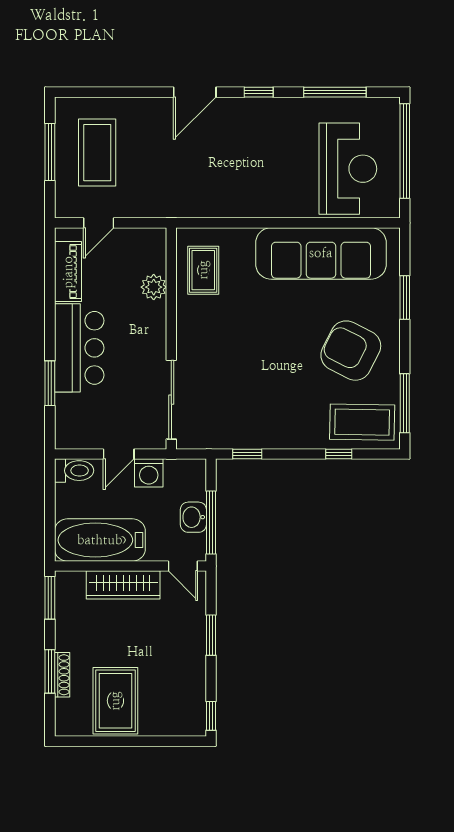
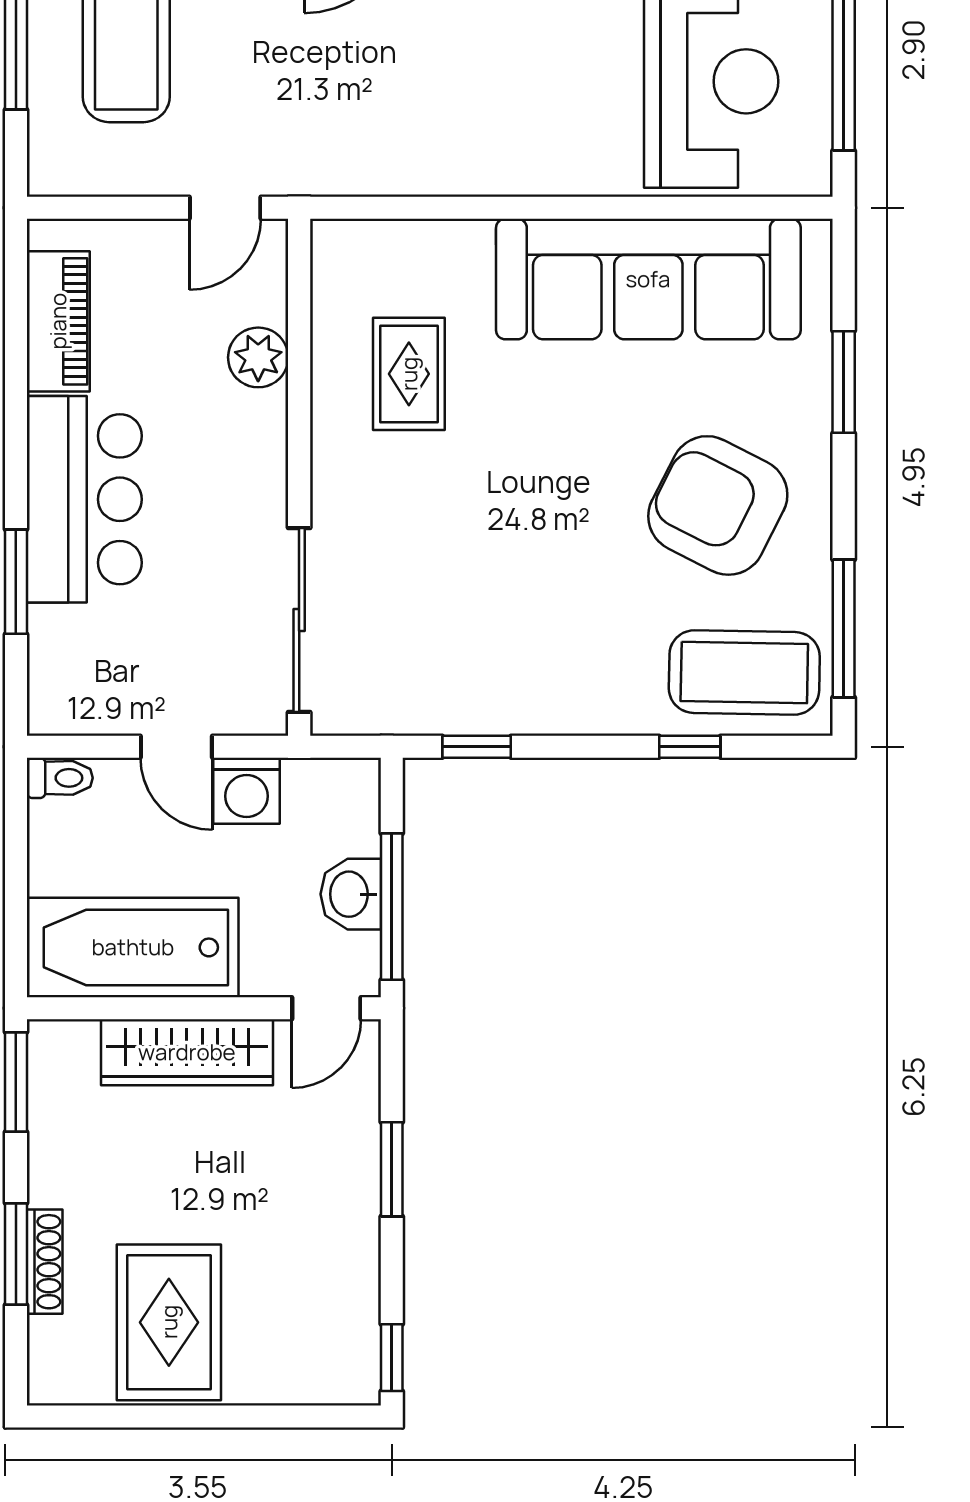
door: (99, 223) -> (225, 208), moved
rug: (203, 270) -> (409, 374), moved
door: (119, 454) -> (176, 747), hinge flipped
toilet: (74, 471) -> (60, 778), width x0.73, depth x0.72
door: (183, 566) -> (326, 1008), hinge flipped

